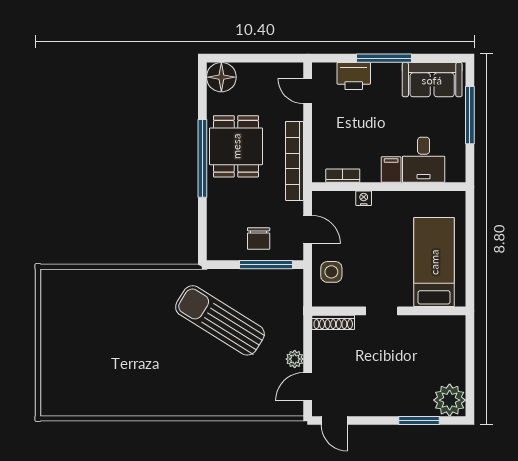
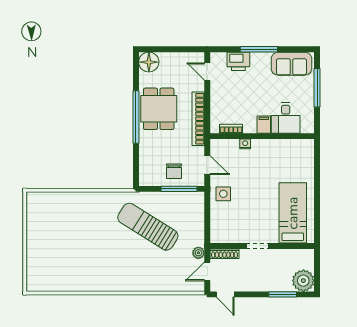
bed: (434, 262) -> (293, 213), moved
doorway: (382, 311) -> (257, 246), moved
wall: (389, 311) -> (262, 246), moved
shoe rack: (333, 322) -> (225, 254), moved

